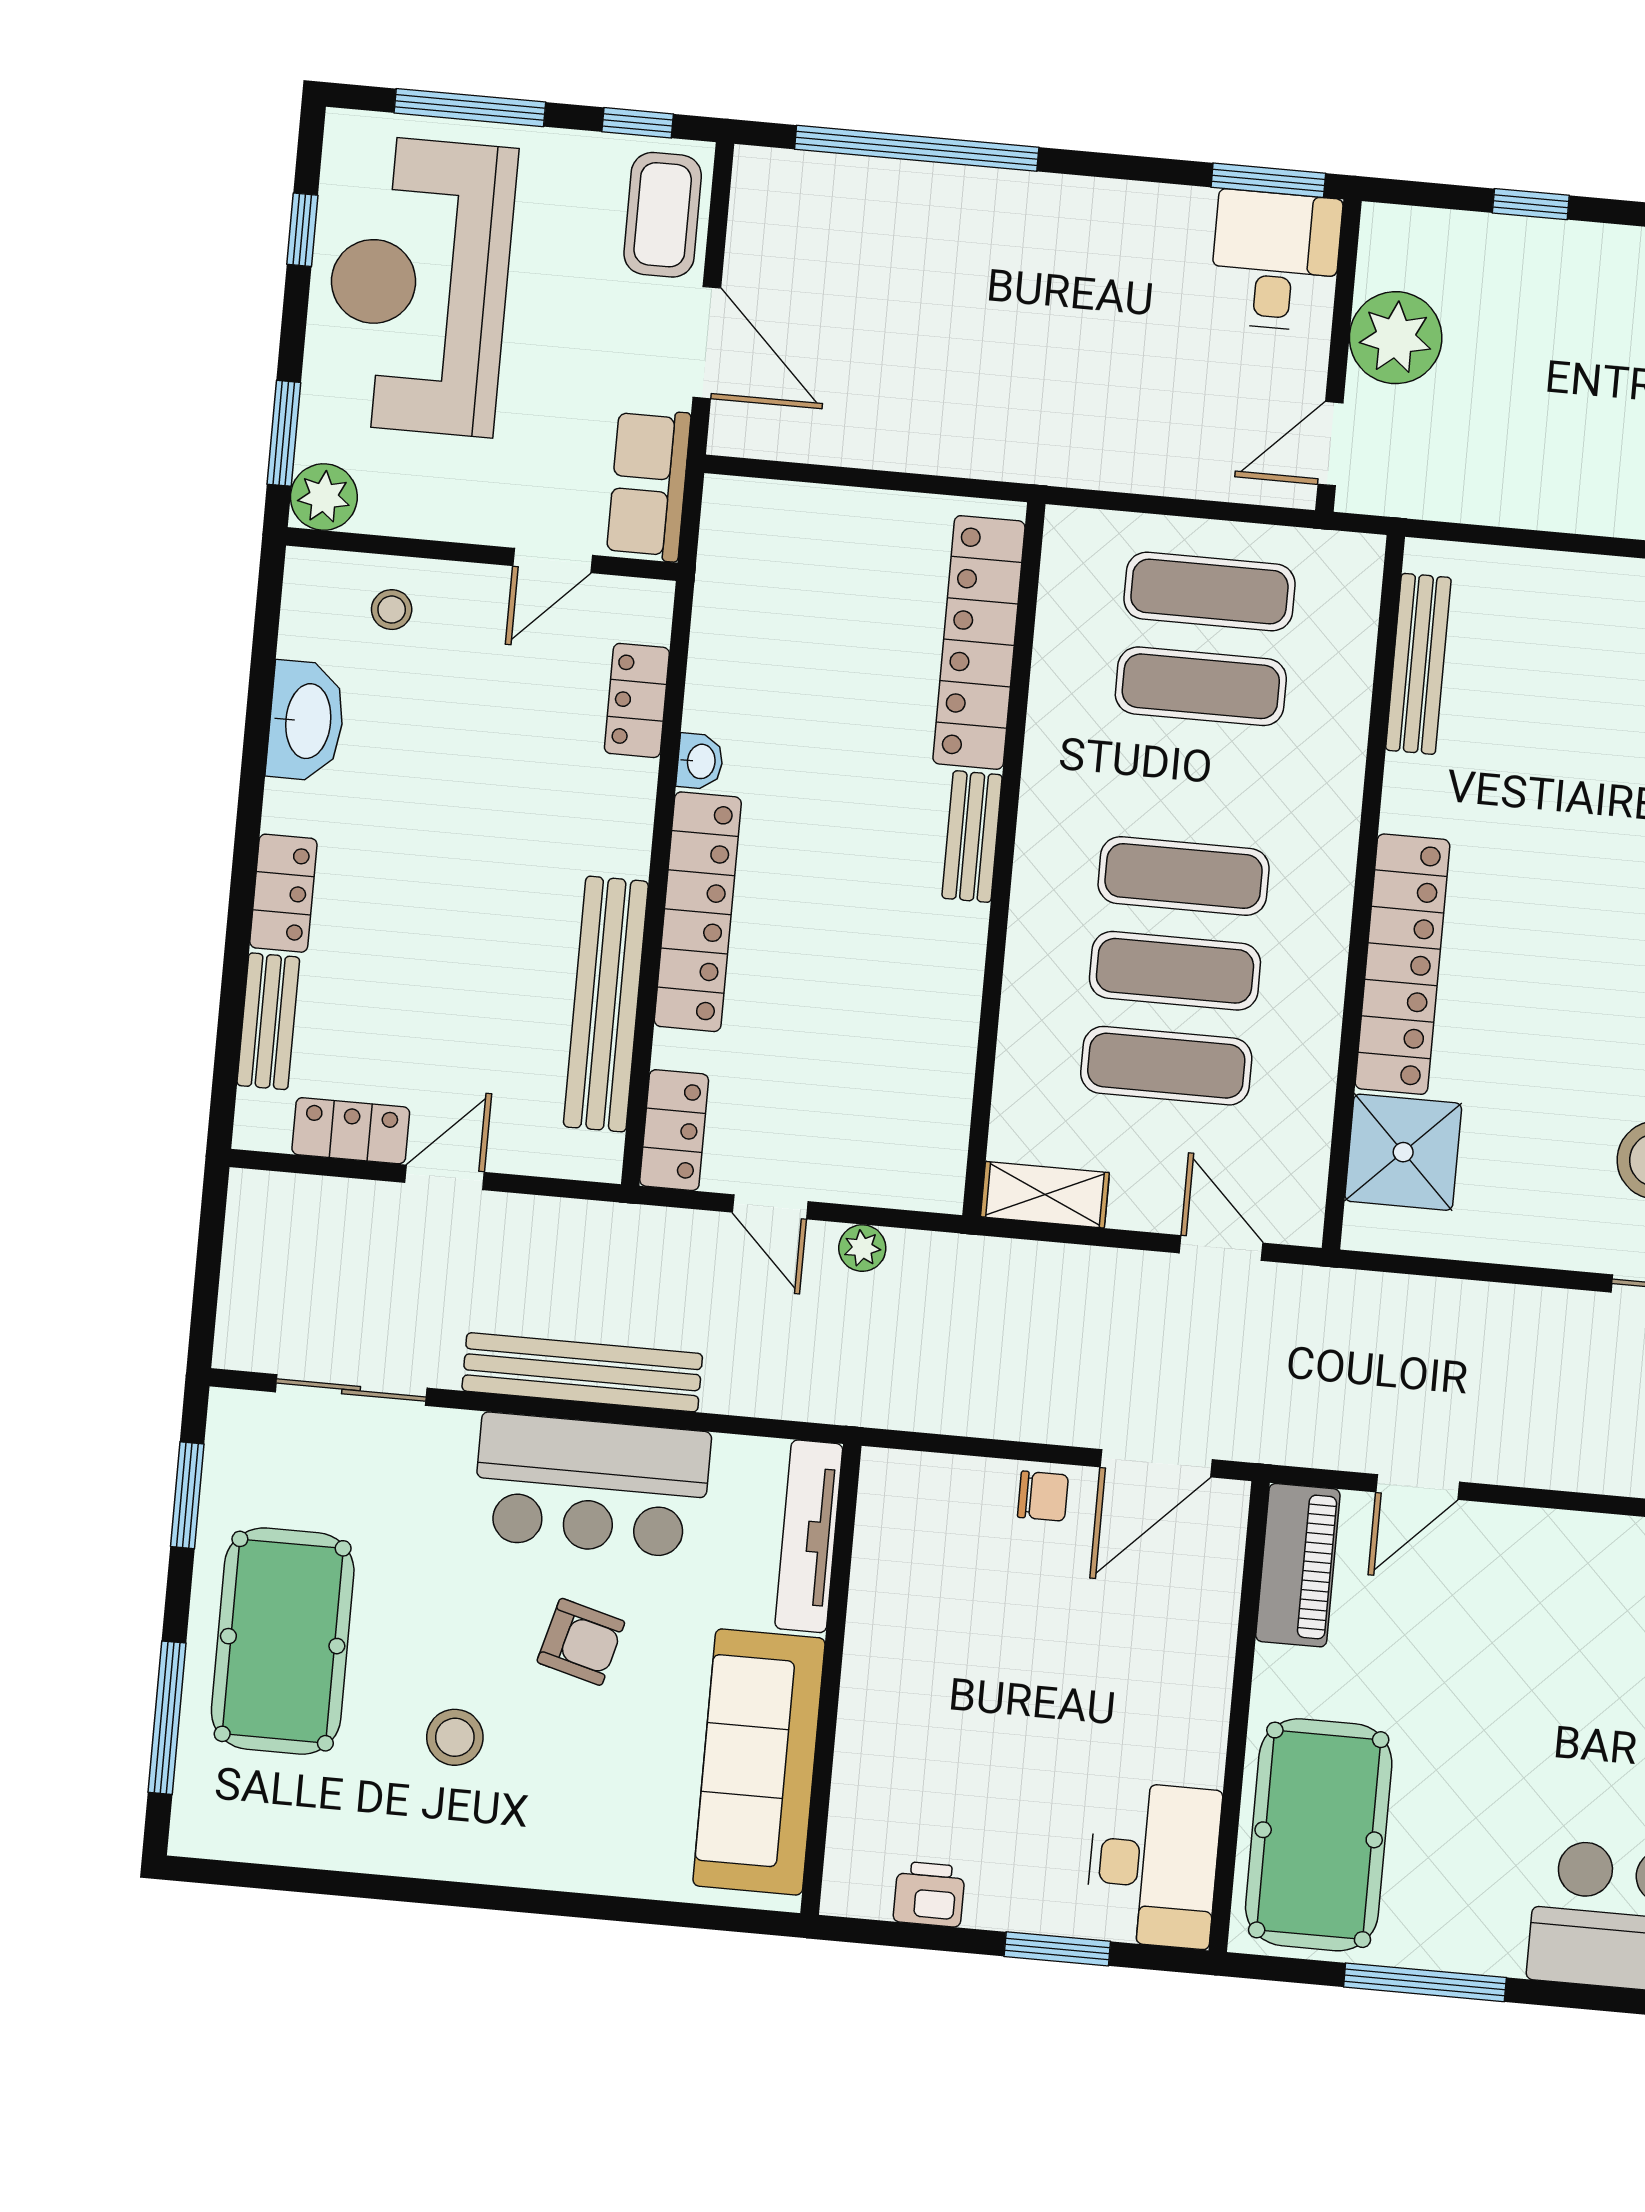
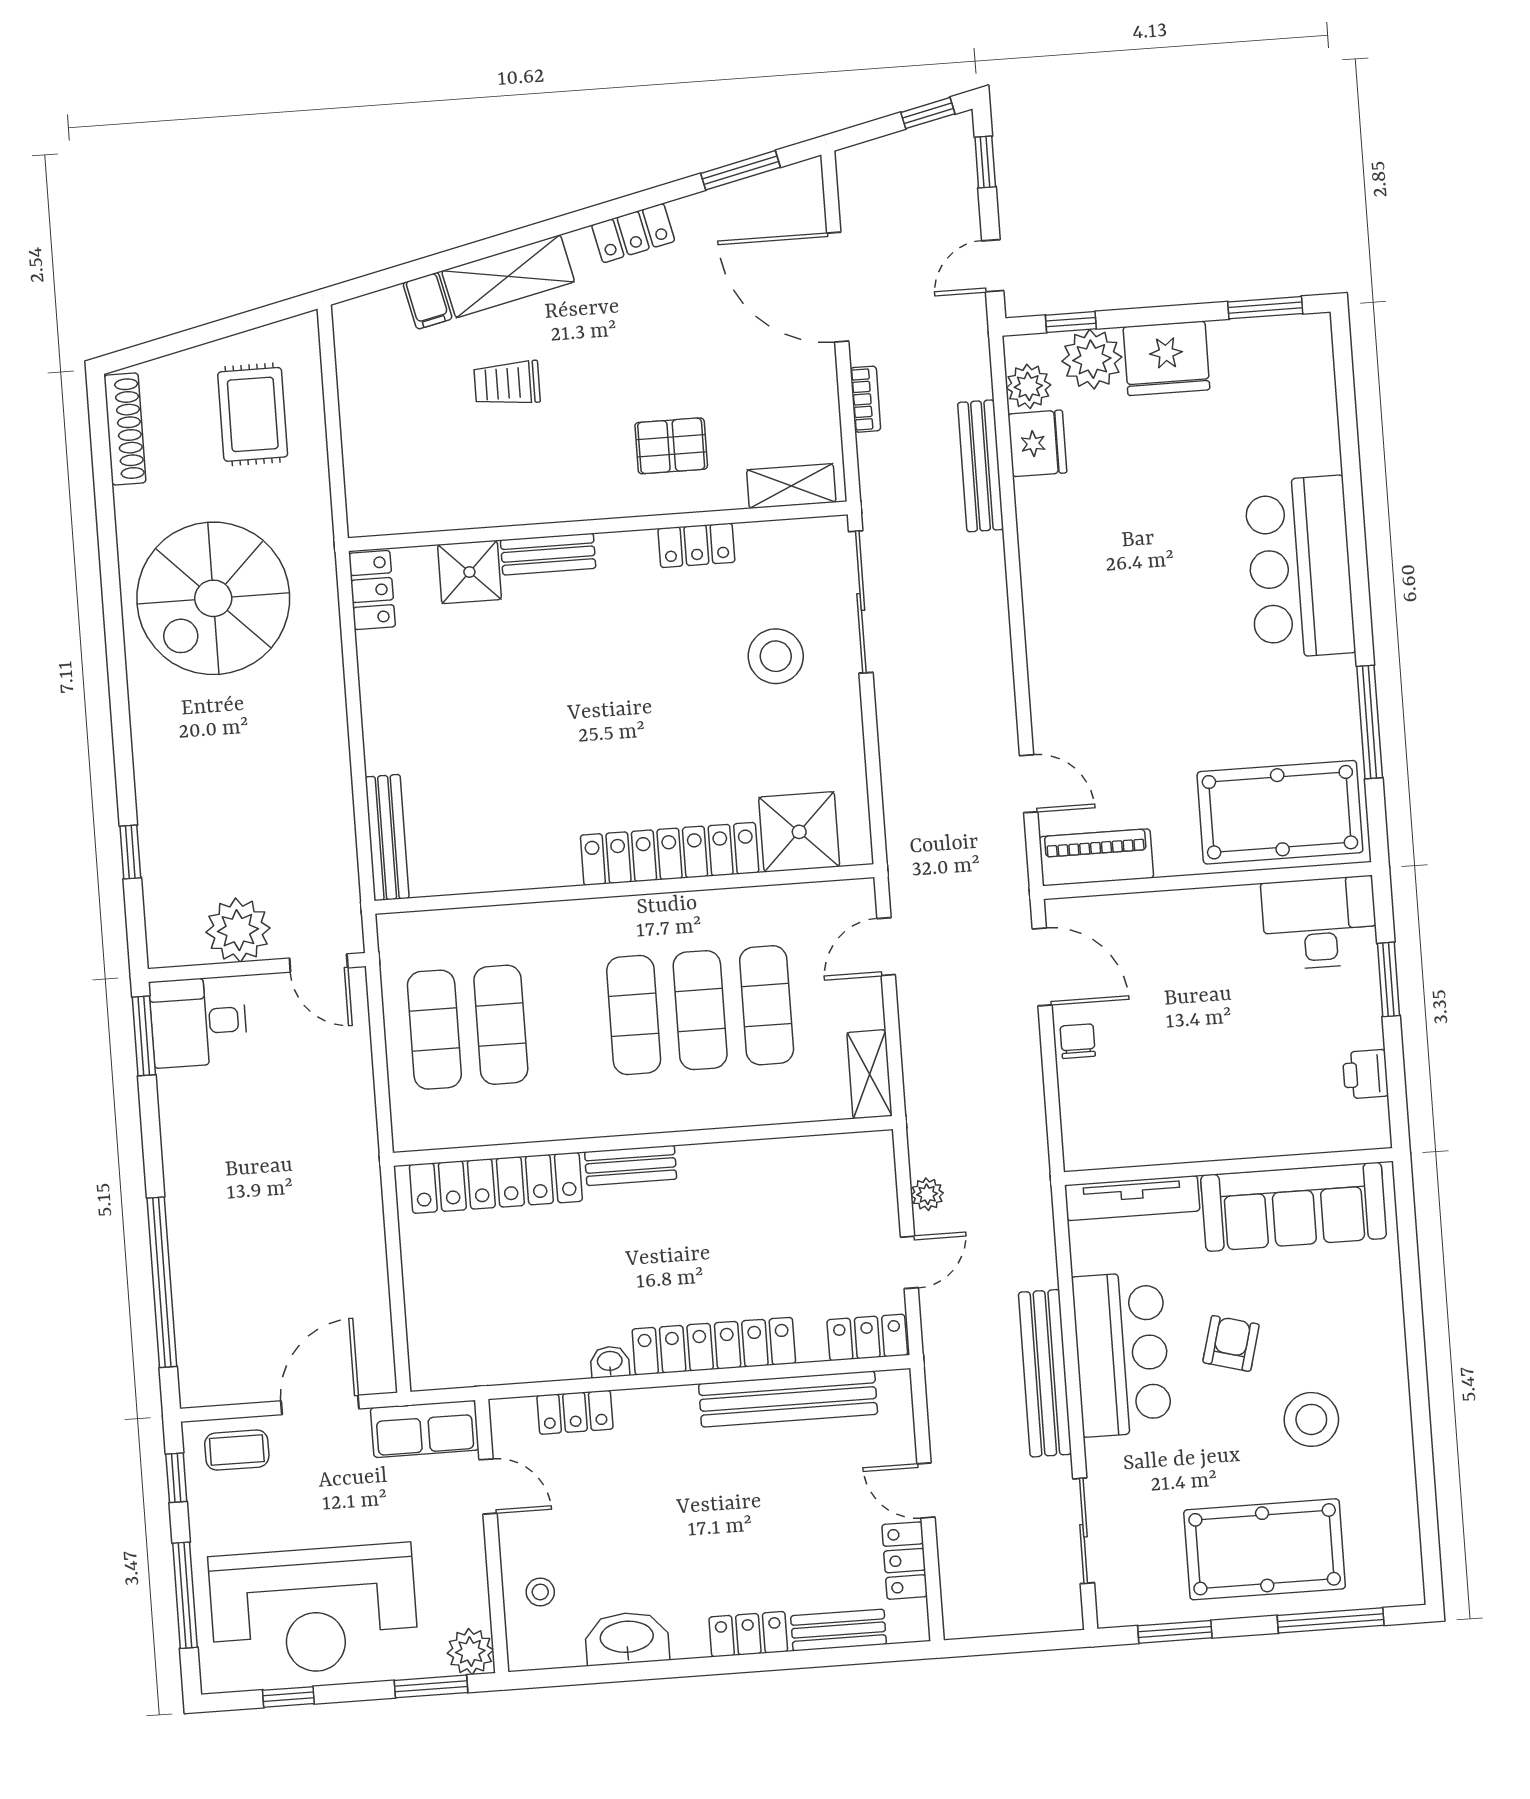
coffee table: (663, 215) -> (237, 1450), width x0.73, depth x0.77
bench: (1418, 664) -> (387, 838), moved, turned 90
stool: (455, 1737) -> (1311, 1419), width x1.38, depth x1.38

